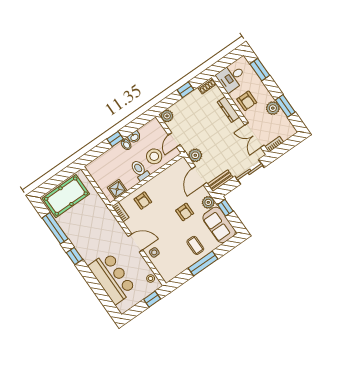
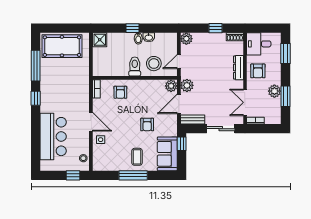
shower: (117, 189) -> (100, 40), moved
plant: (208, 202) -> (171, 86), moved

